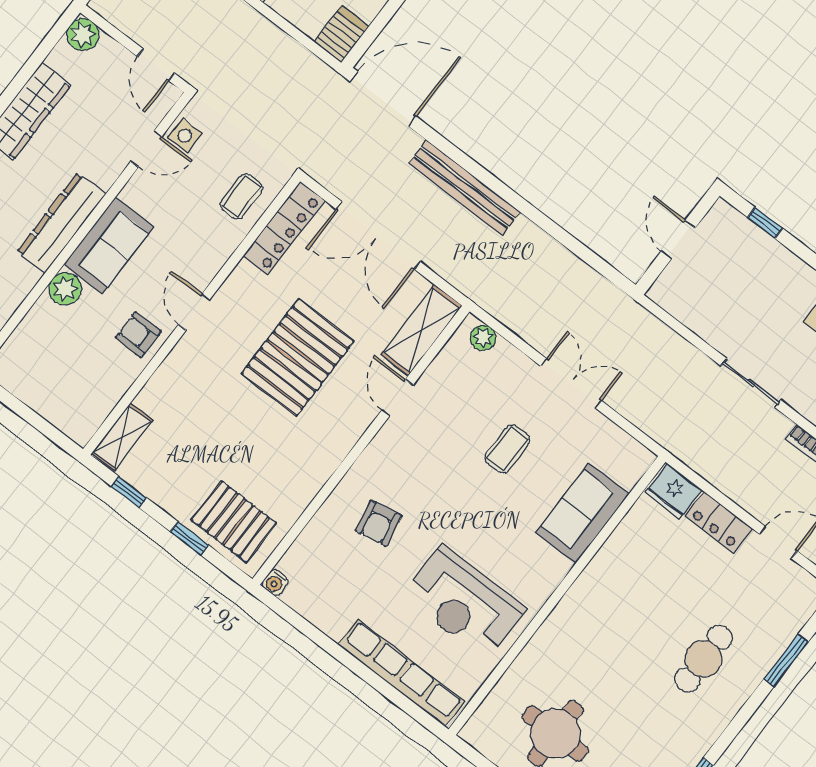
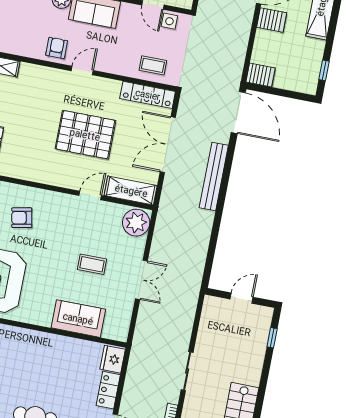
plant: (483, 338) -> (136, 223), width x1.87, depth x1.87

